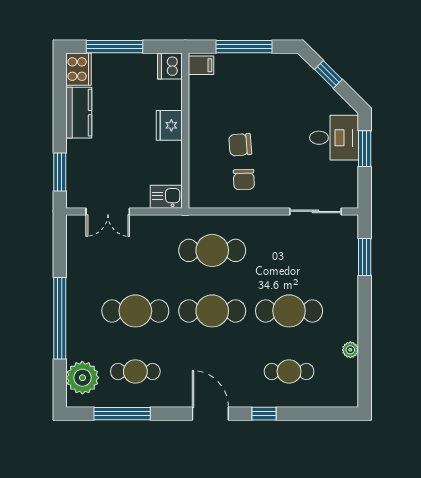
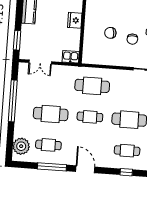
chair: (244, 179) -> (132, 39), moved
cafe table: (212, 311) -> (90, 117), width x0.73, depth x0.74
window: (60, 318) -> (13, 101), moved
window: (122, 414) -> (52, 167), moved
window: (264, 414) -> (126, 172), moved

